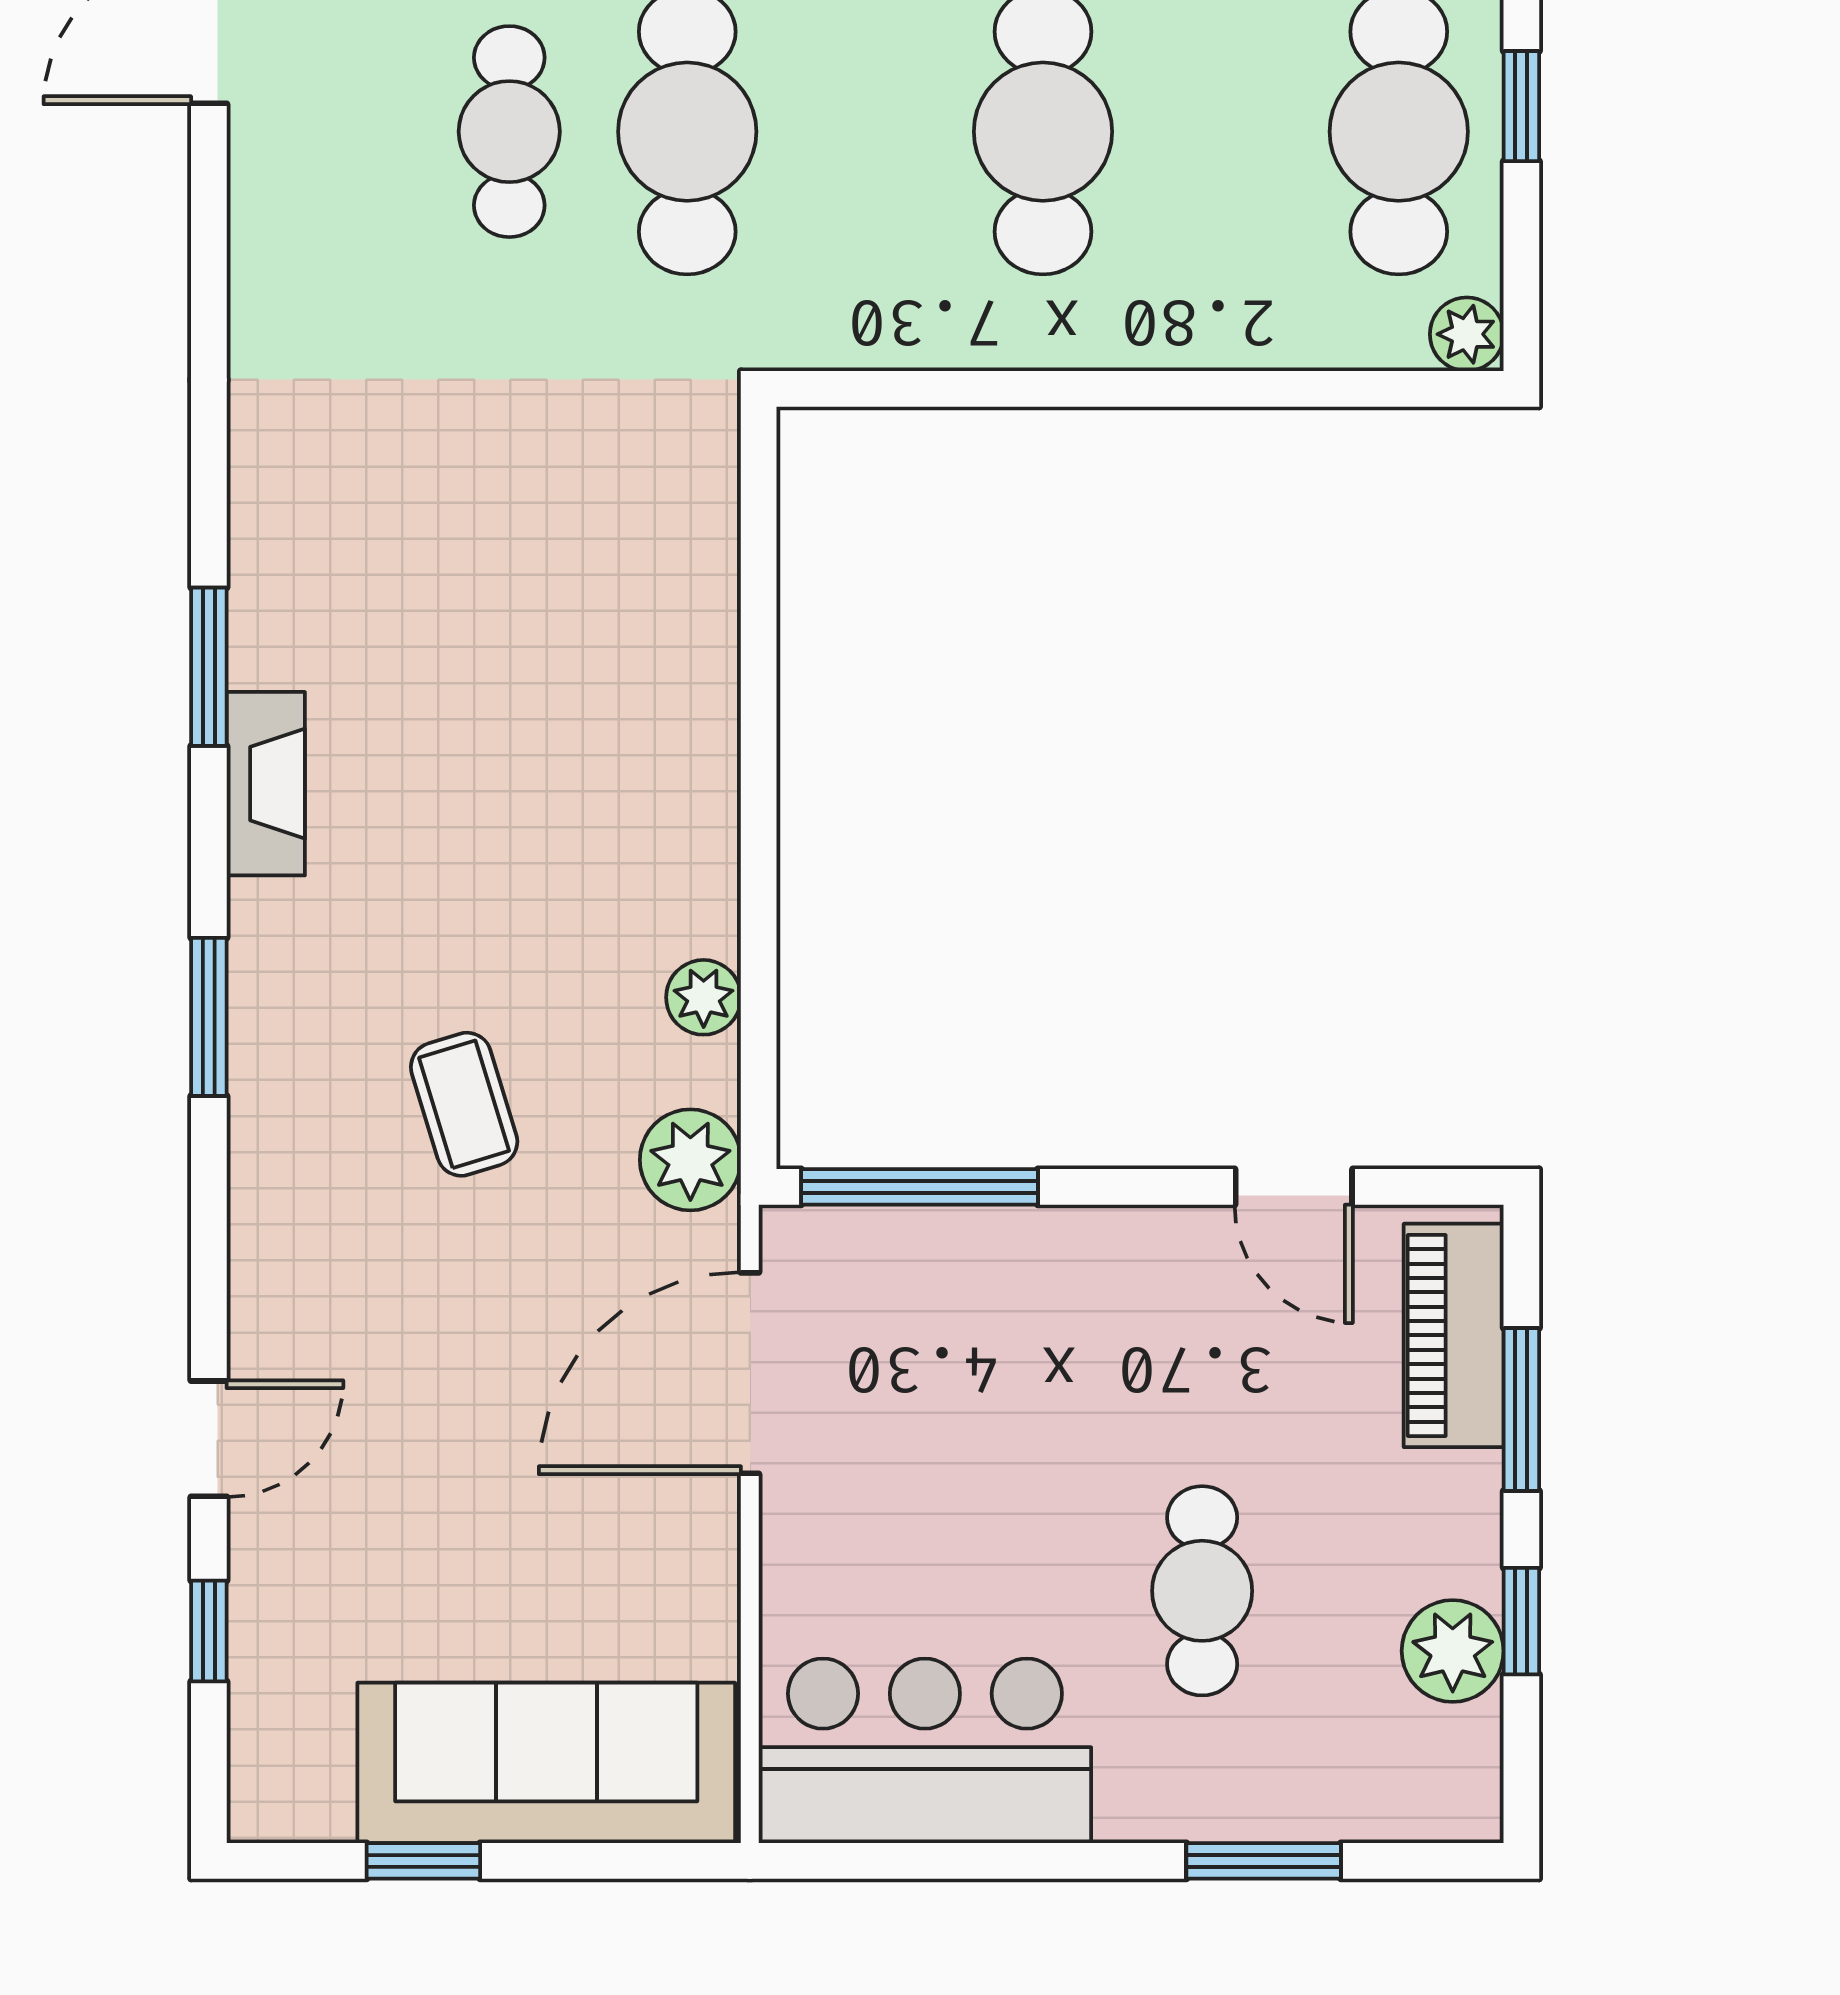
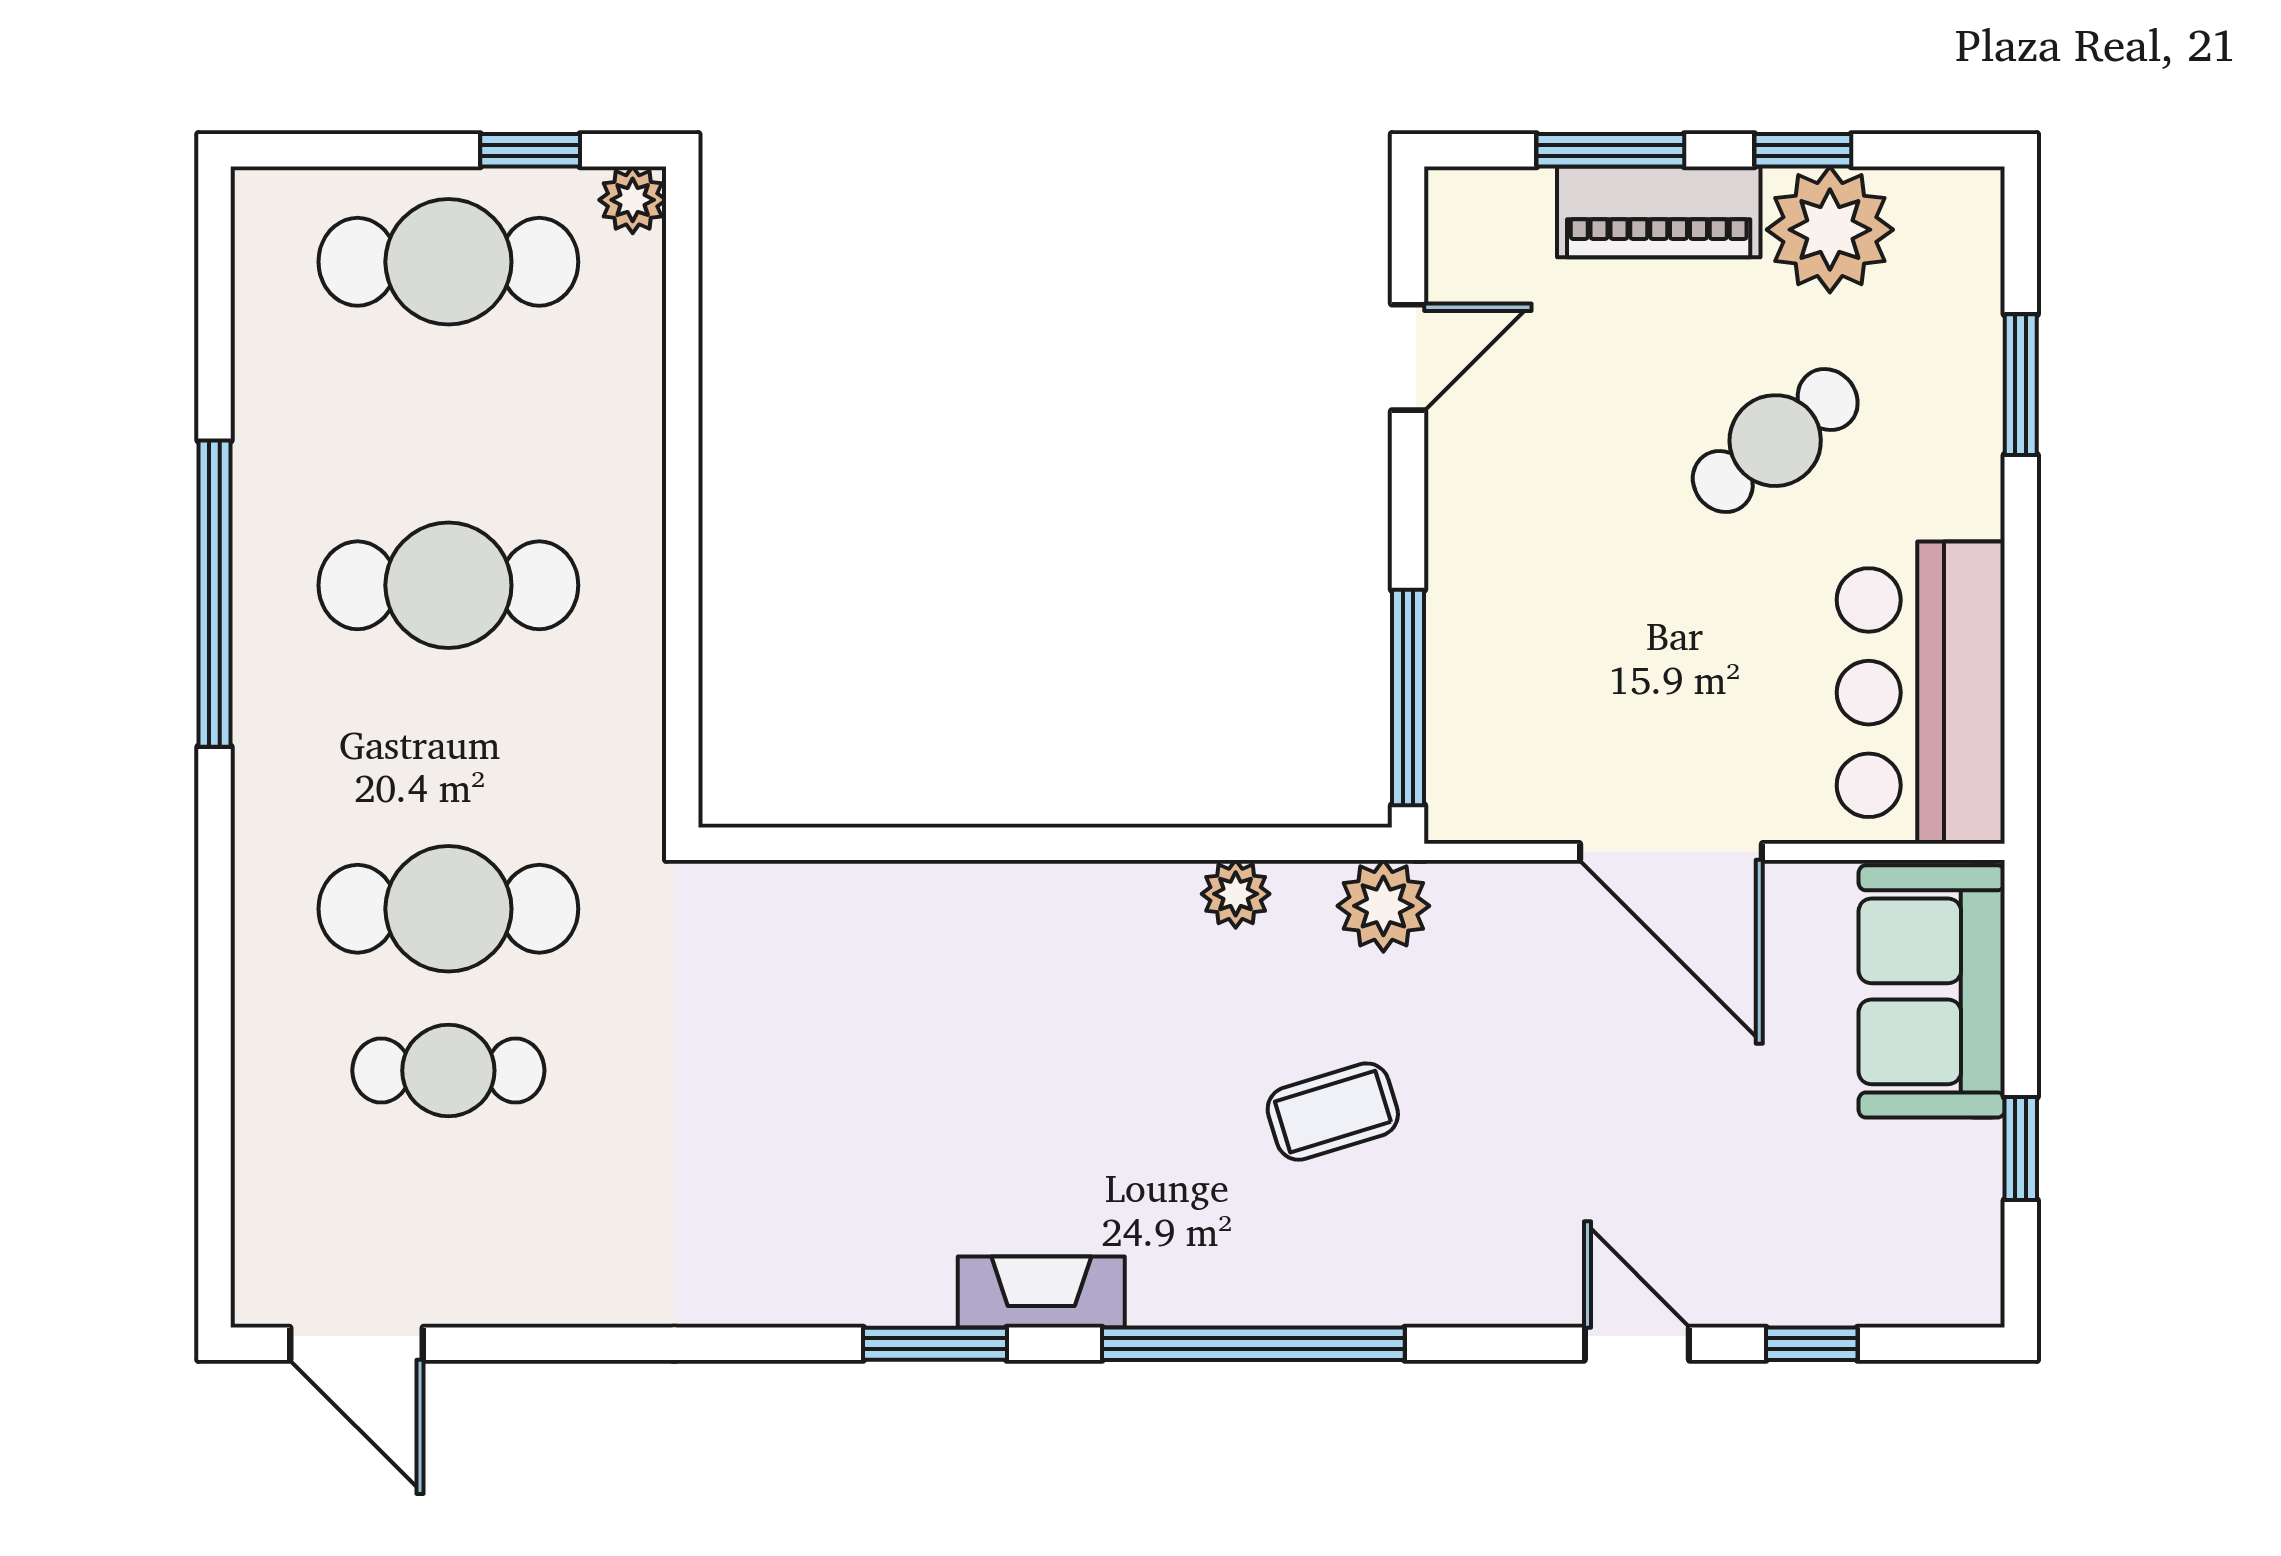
window: (1521, 106) -> (530, 150), moved
window: (209, 1017) -> (1253, 1344), width x2.11
piano: (1454, 1335) -> (1659, 212), moved
door: (750, 1373) -> (1671, 852), moved
cafe table: (1202, 1591) -> (1775, 441), turned -38
plant: (1453, 1651) -> (1830, 230), width x1.36, depth x1.36
sofa: (546, 1763) -> (1932, 991), width x0.73

